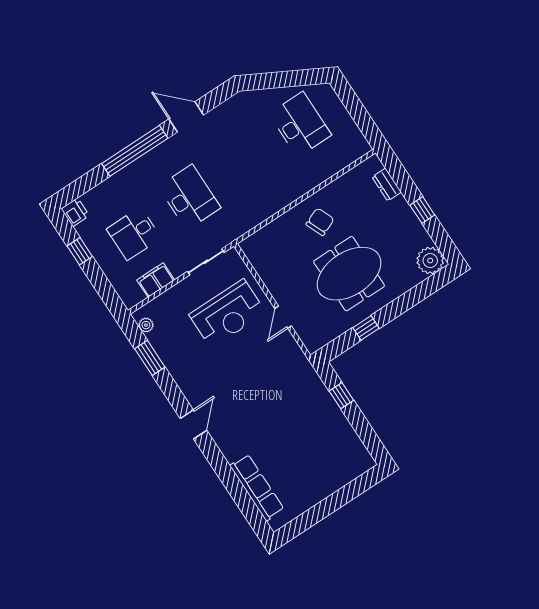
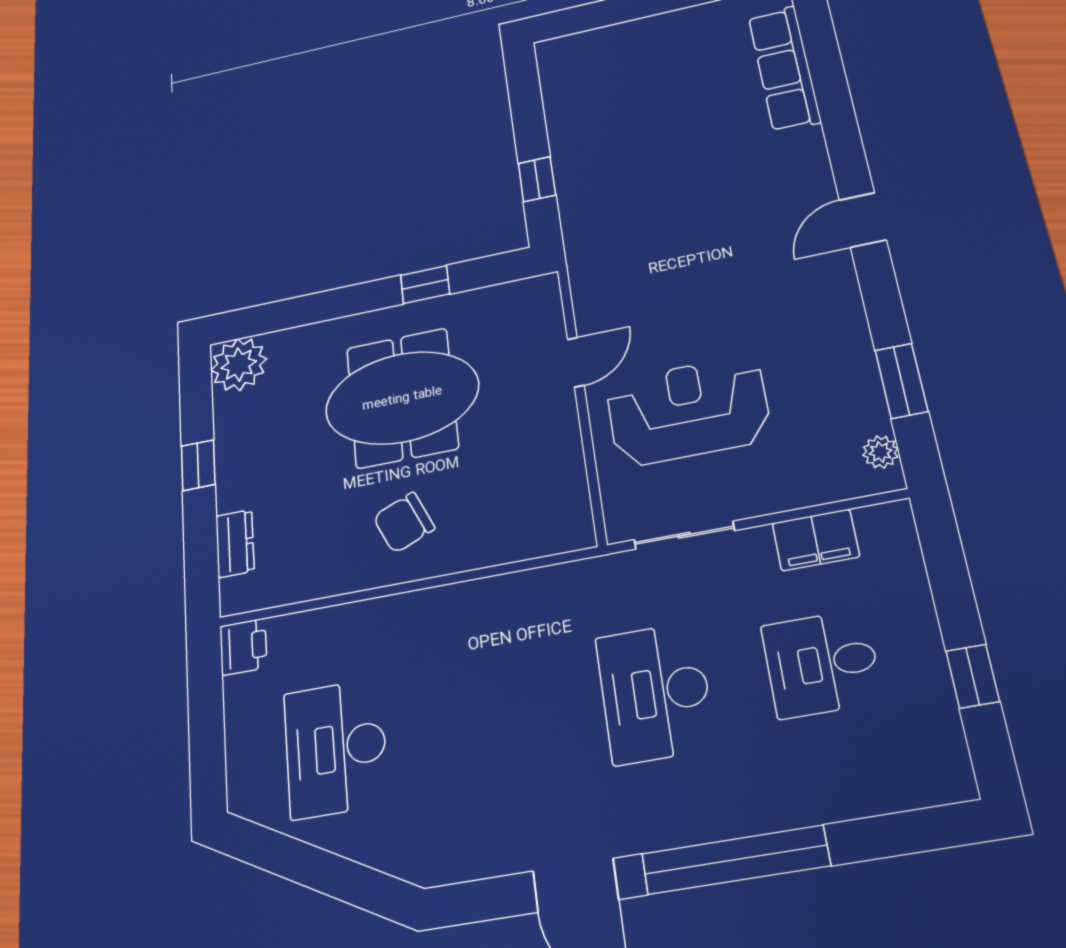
printer: (75, 212) -> (243, 647), moved, turned 180
desk: (134, 234) -> (822, 664), turned 180

